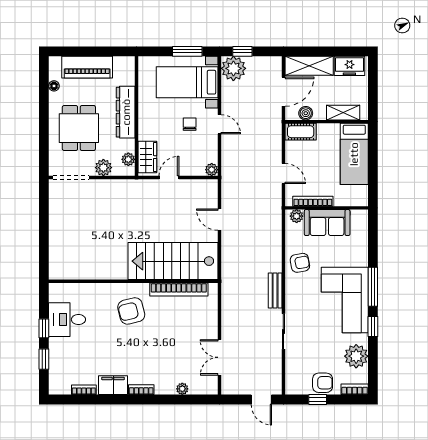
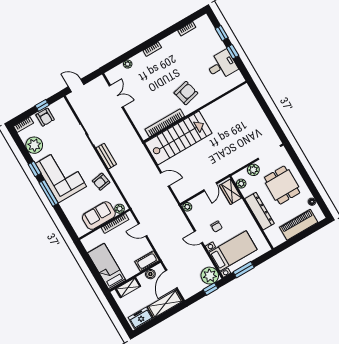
armchair: (323, 383) -> (45, 117), turned -90
filing cabinet: (113, 385) -> (171, 42), removed

